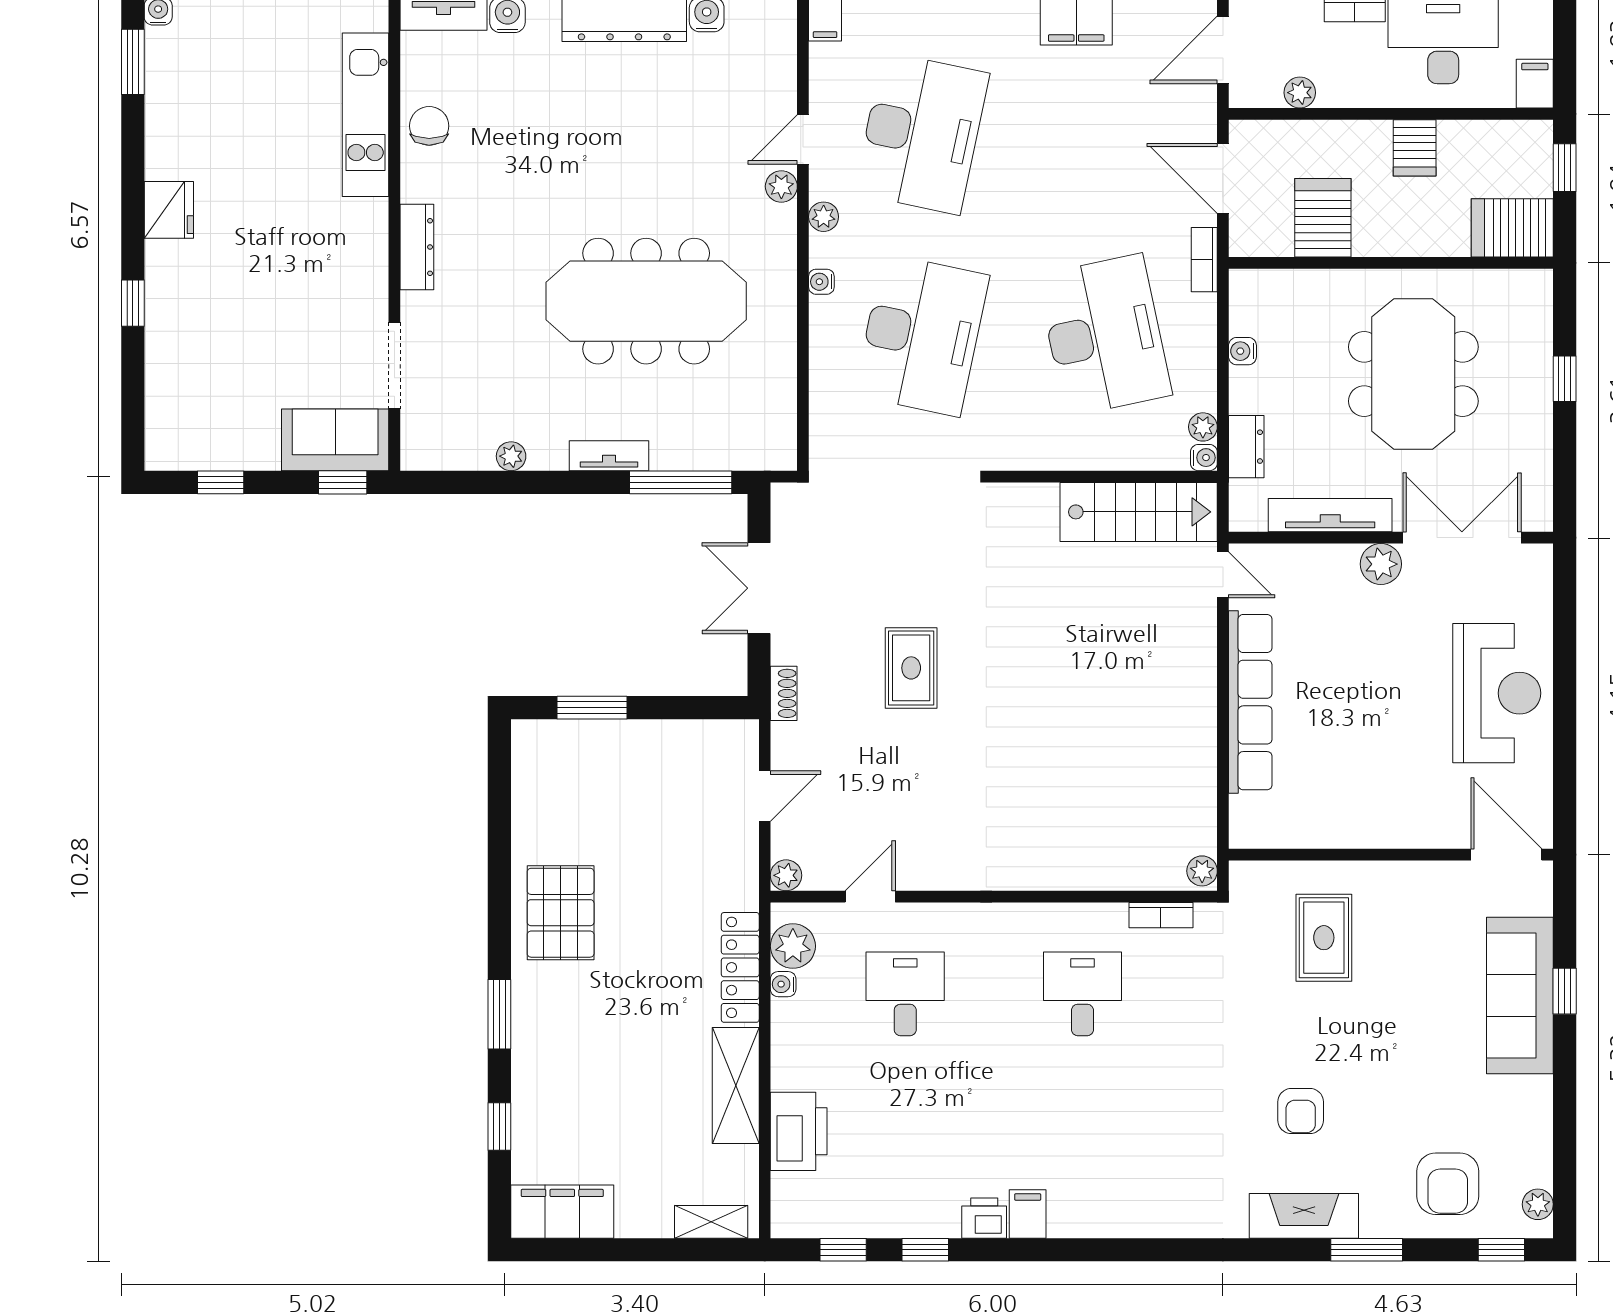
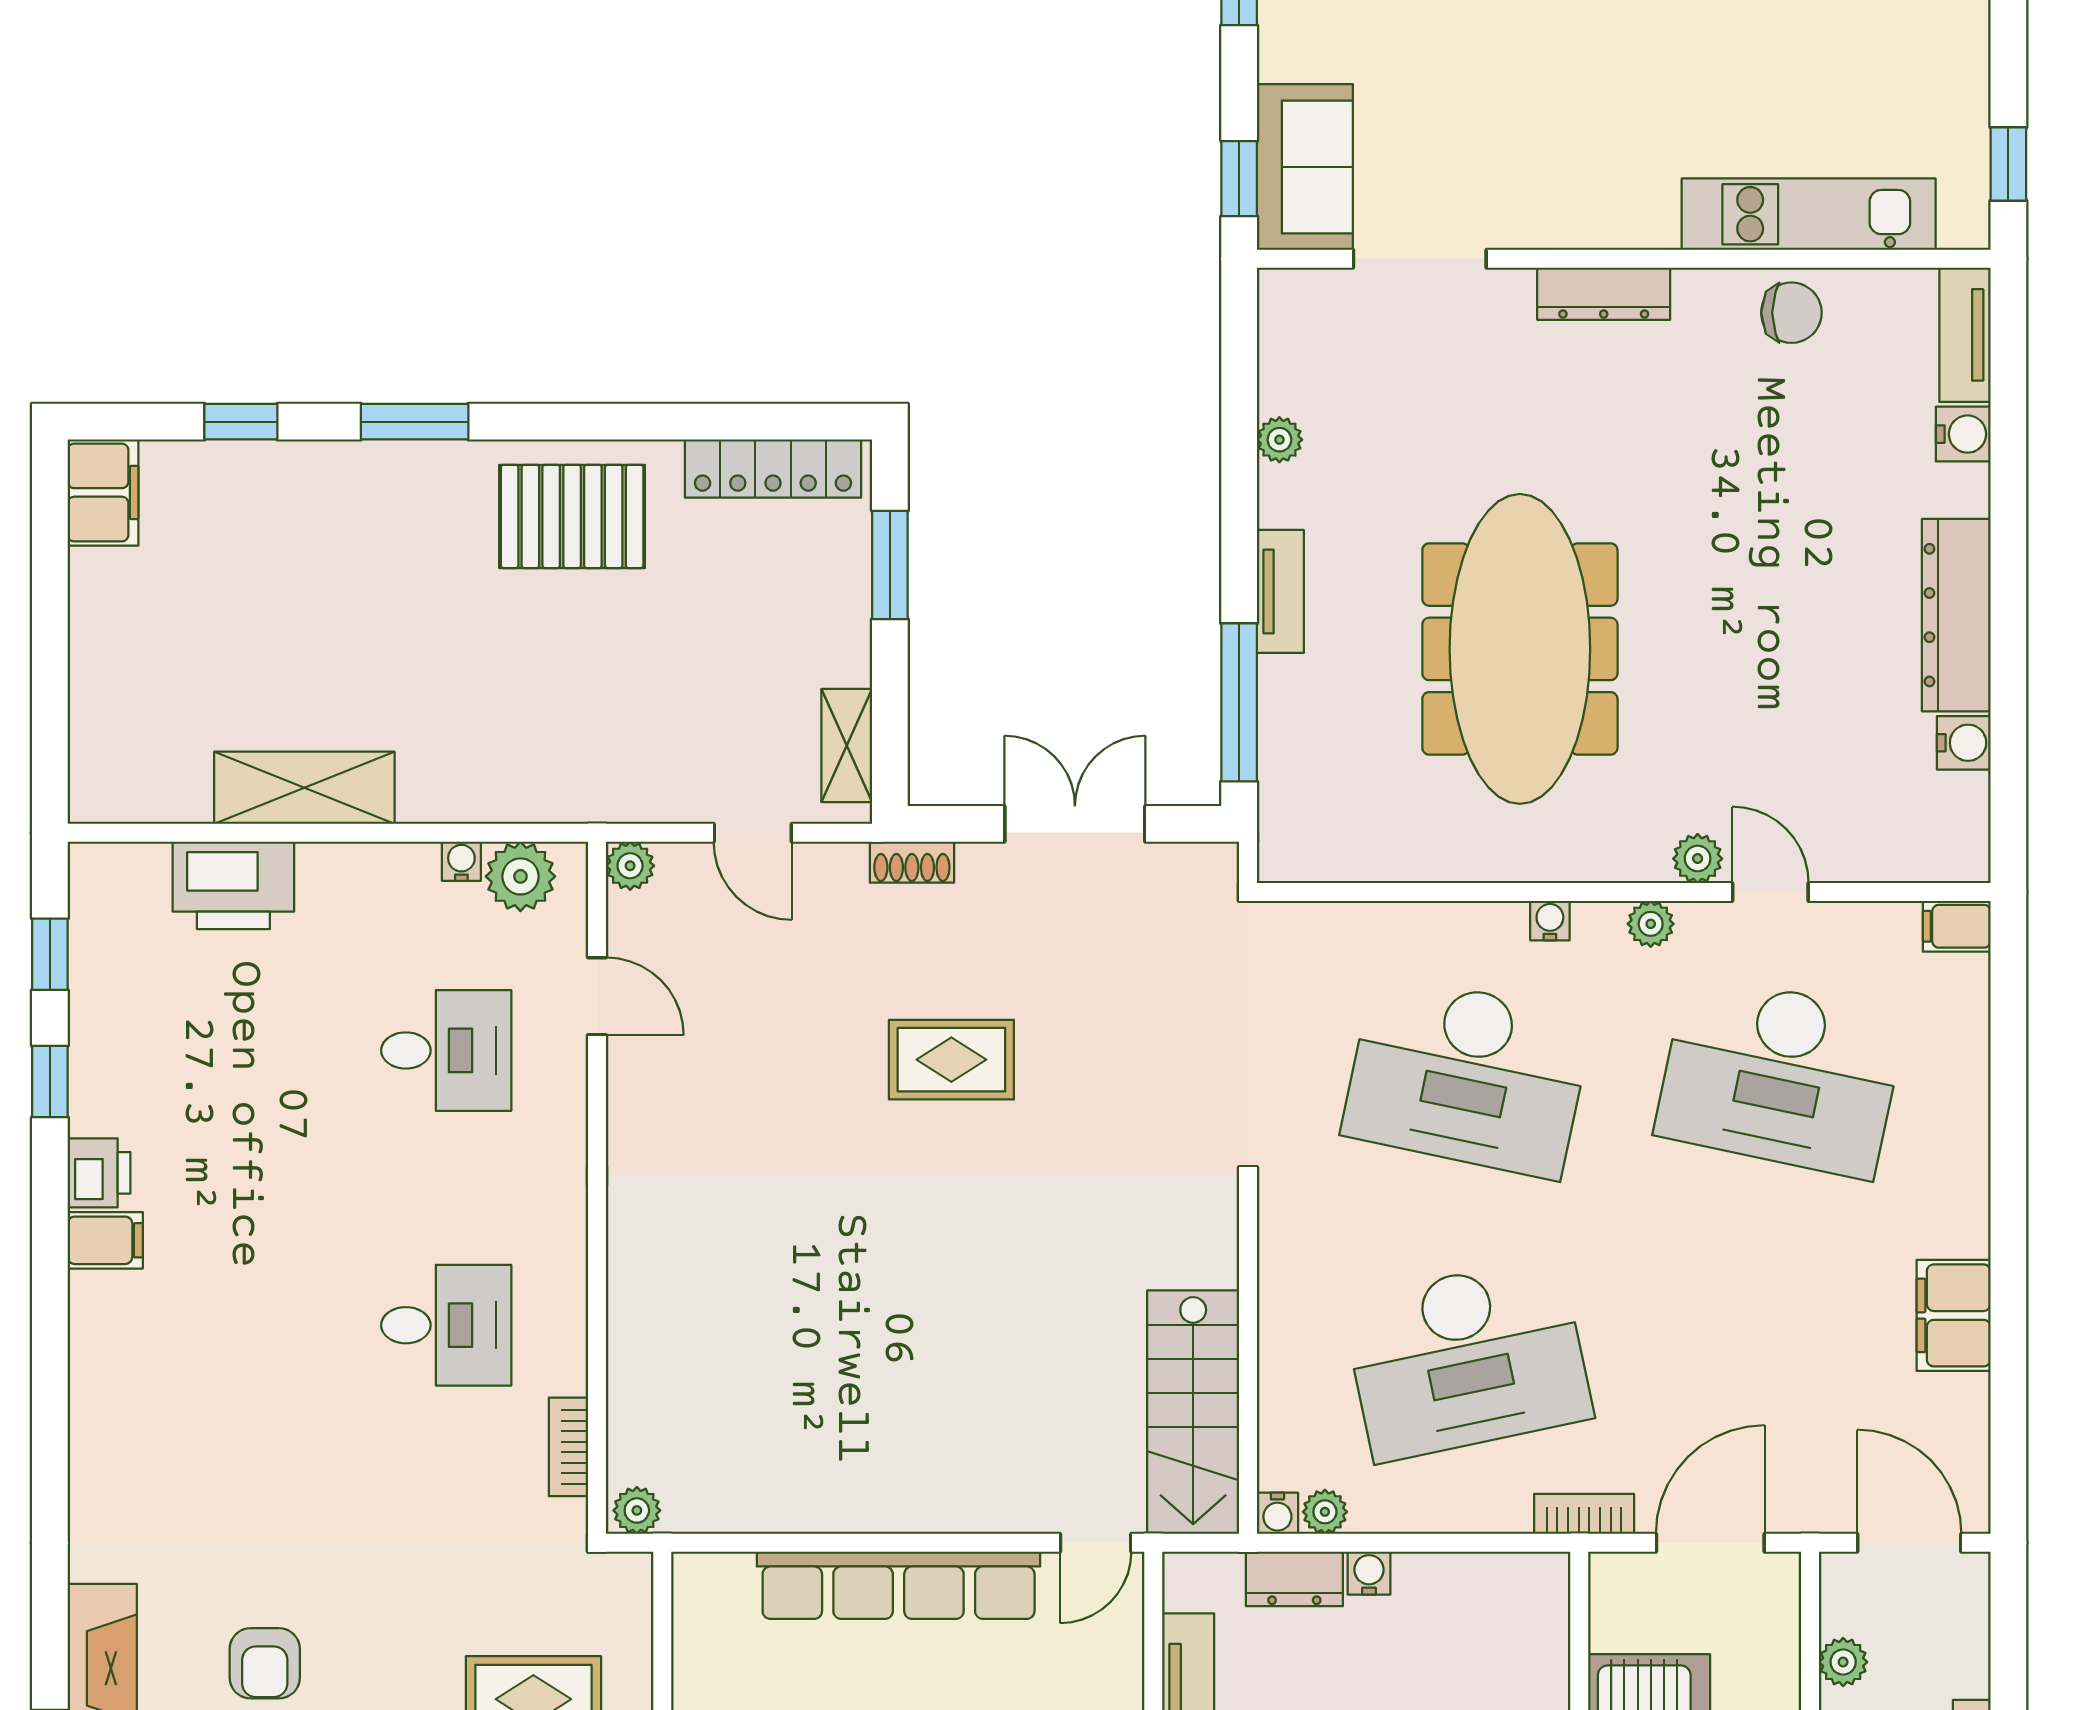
water cooler: (1242, 351) -> (1369, 1573), moved
locker: (740, 967) -> (773, 468), moved, turned 180
armchair: (1301, 1111) -> (265, 1663), turned -90
filing cabinet: (562, 1212) -> (103, 492), width x0.67, depth x0.86
shelving: (711, 1222) -> (847, 746), moved

